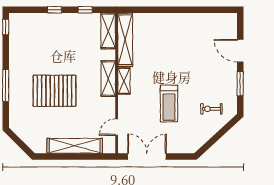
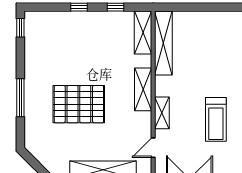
shelving: (124, 81) -> (162, 113), moved

